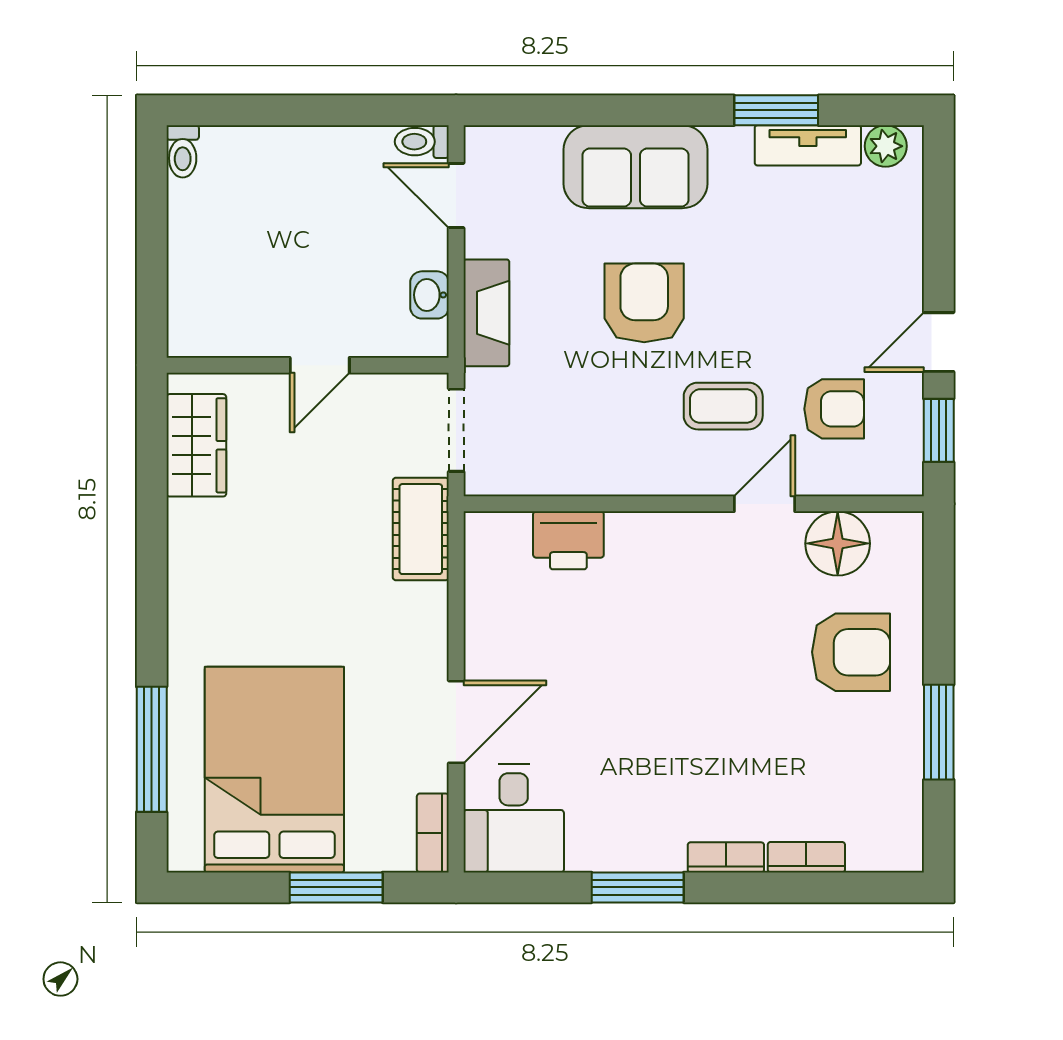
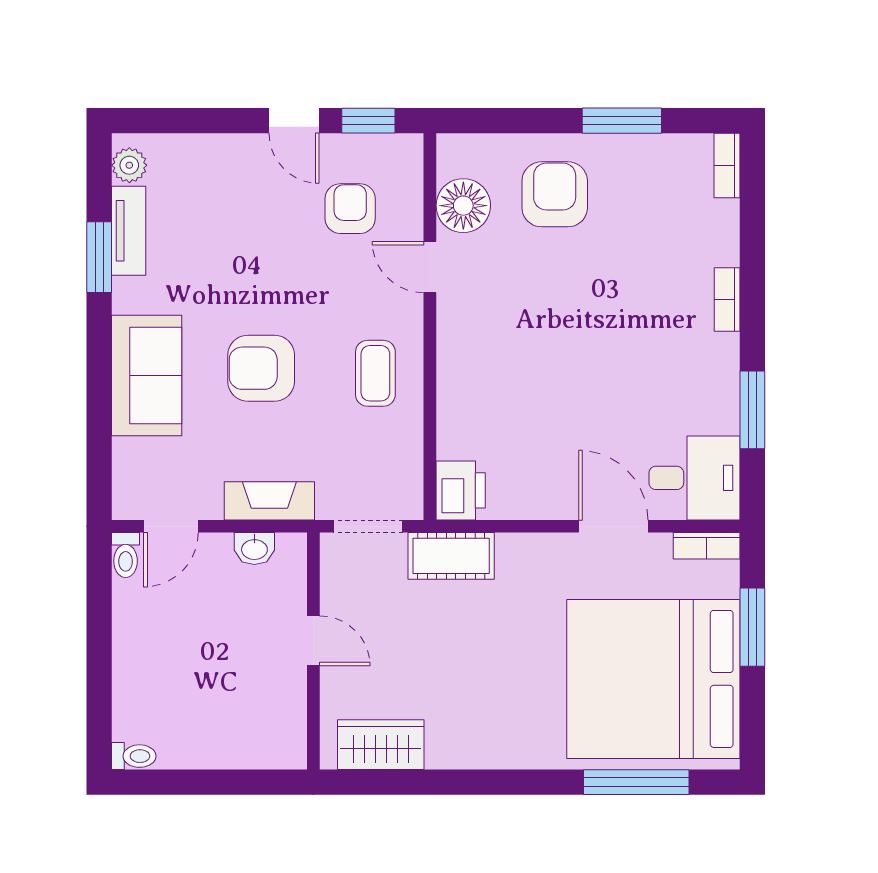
coffee table: (723, 406) -> (375, 373), moved
printer: (568, 540) -> (461, 490), moved
bed: (274, 770) -> (653, 679), width x1.36
bookcase: (806, 857) -> (727, 165), moved
window: (638, 887) -> (752, 410), moved

